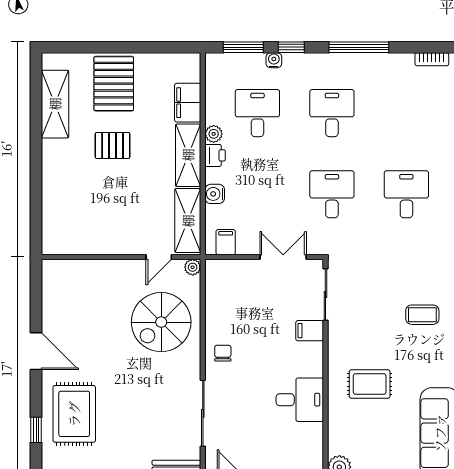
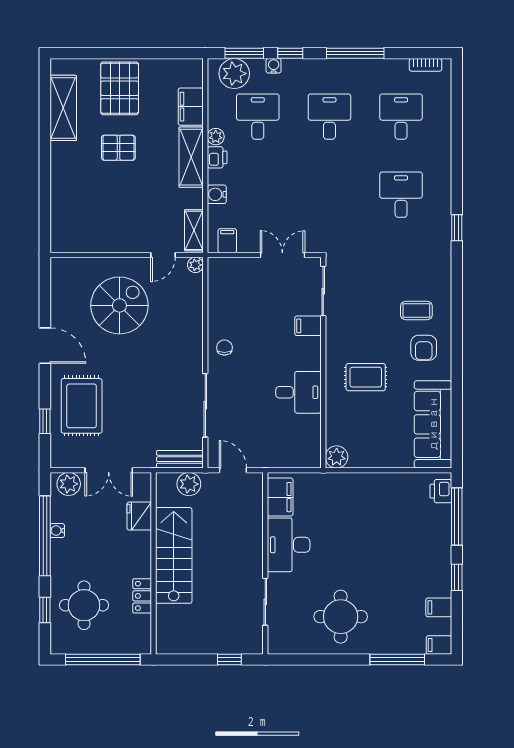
plant: (233, 68) -> (234, 74), added
desk: (332, 194) -> (401, 117), moved
shelving: (188, 221) -> (194, 230), width x0.67, depth x0.75
spiral stairs: (161, 322) -> (119, 305), moved, turned 180
armchair: (430, 353) -> (424, 348), added

